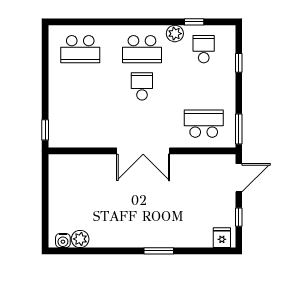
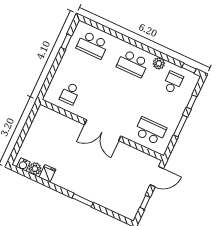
window: (194, 22) -> (189, 68), moved
school desk: (142, 86) -> (70, 94), moved, turned 180
window: (239, 129) -> (180, 126), moved
window: (45, 130) -> (66, 42), moved
fridge: (222, 238) -> (47, 173), moved

